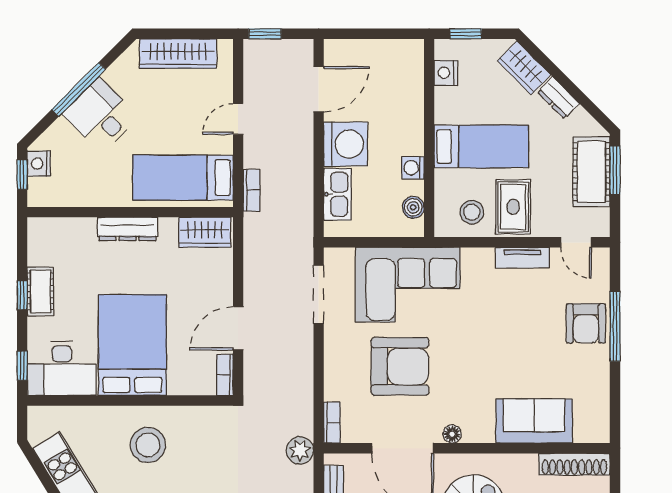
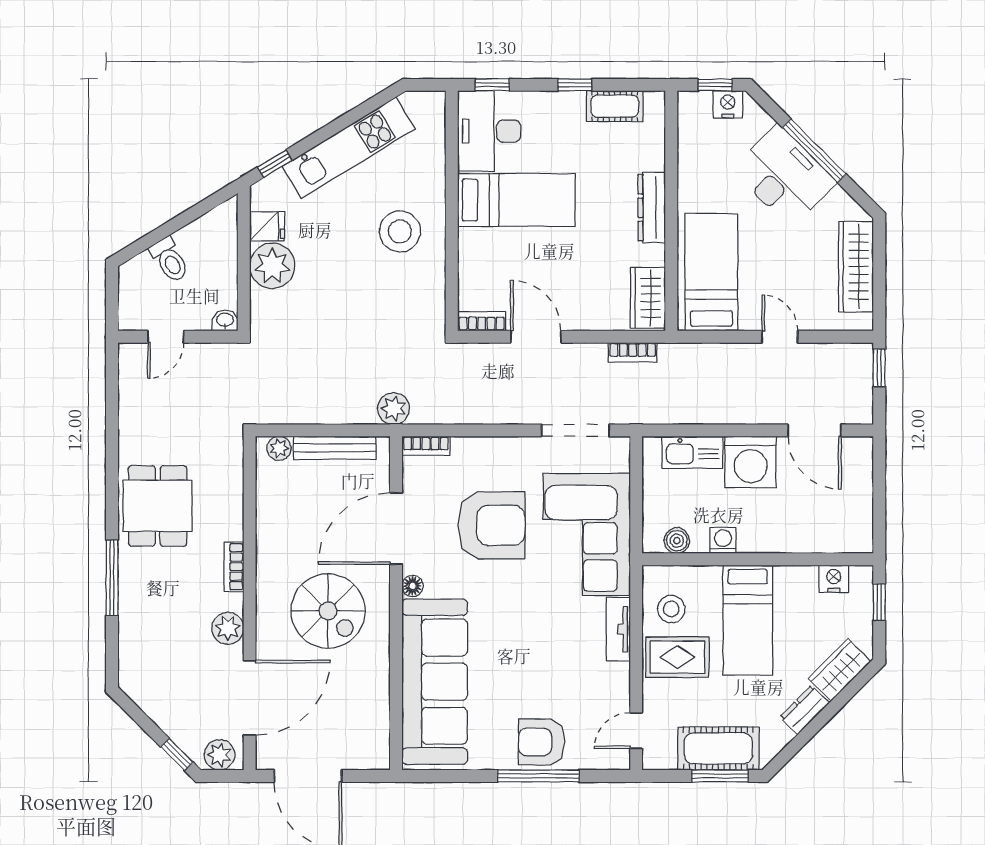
desk: (100, 115) -> (784, 176), width x1.37
bookcase: (252, 190) -> (633, 352), moved
tv unit: (522, 258) -> (618, 629), moved
cot: (40, 291) -> (615, 106), moved
bed: (132, 345) -> (516, 200), width x0.67
armchair: (400, 366) -> (491, 525), turned -90
sofa: (534, 421) -> (435, 682), width x1.85, depth x1.27
shoe rack: (574, 464) -> (377, 729), removed

